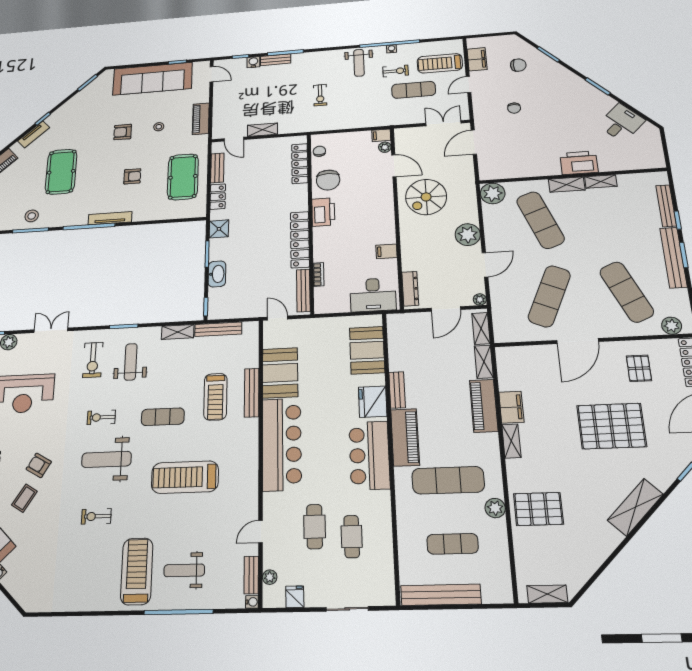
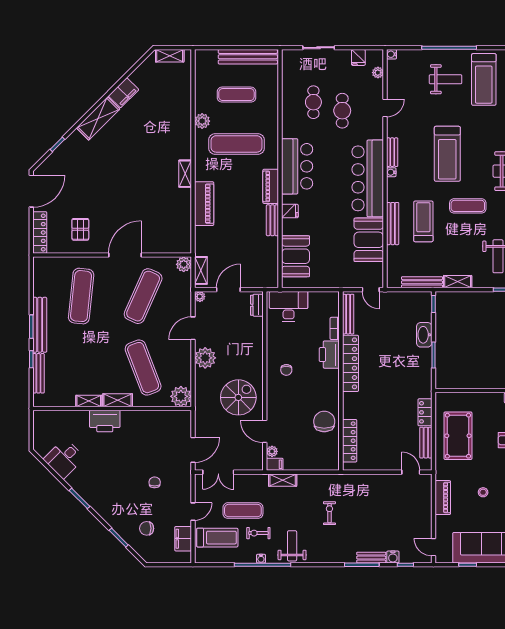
shelving: (262, 130) -> (283, 480), moved
chair: (319, 151) -> (286, 370), moved
printer: (323, 212) -> (329, 355), moved
shower: (219, 229) -> (423, 379), removed
filing cabinet: (386, 251) -> (275, 347), removed
dresser: (410, 289) -> (257, 305), width x0.70
exercise mat: (627, 292) -> (81, 296), turned 30
plant: (672, 326) -> (184, 264), moved
shelving: (484, 362) -> (201, 241), removed
fridge: (373, 402) -> (290, 211), width x0.53, depth x0.75
filing cabinet: (511, 407) -> (124, 93), moved, turned -135
pallet: (611, 426) -> (107, 183), removed
piano: (405, 437) -> (271, 186), width x0.73, depth x0.75
water cooler: (253, 453) -> (391, 172), added
treadmill: (185, 477) -> (447, 154), turned 90
pallet: (538, 509) -> (170, 119), removed
bench: (251, 575) -> (392, 152), moved

